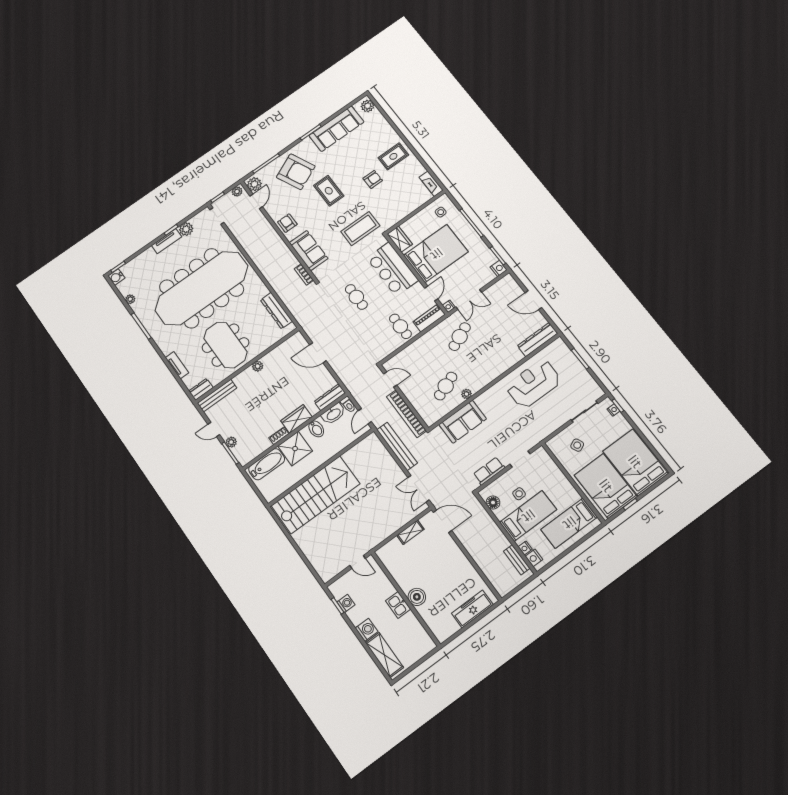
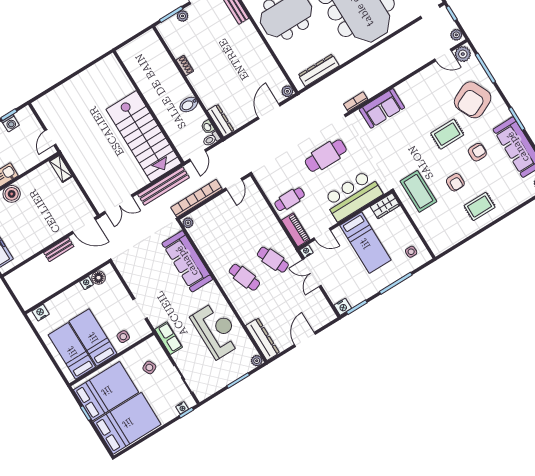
rug: (393, 156) -> (480, 206), turned 90
fireplace: (431, 184) -> (444, 244), removed
armchair: (287, 223) -> (477, 152), moved
coffee table: (360, 229) -> (418, 191), moved
bed: (436, 254) -> (365, 243), width x0.67
cafe table: (356, 297) -> (326, 156), width x1.37, depth x1.35
plant: (559, 343) -> (257, 361), added
plant: (258, 366) -> (287, 91), moved
cafe table: (446, 386) -> (244, 277), moved
plant: (466, 394) -> (188, 223), moved
washbasin: (333, 414) -> (208, 127), width x0.52, depth x0.69
door: (365, 416) -> (198, 155), swing flipped
wardrobe: (296, 419) -> (201, 85), removed
sofa: (463, 422) -> (187, 261), width x1.36
shower: (295, 449) -> (170, 82), removed
bathtub: (267, 464) -> (156, 51), removed
row of seats: (489, 471) -> (169, 338), moved
double door: (418, 489) -> (118, 204), swing flipped
side table: (519, 494) -> (123, 337), moved
stairs: (316, 495) -> (144, 136), moved
bed: (528, 516) -> (93, 337), moved, turned 180
door: (442, 521) -> (84, 226), hinge flipped
shelving: (410, 532) -> (61, 169), moved
nightstand: (525, 548) -> (87, 283), moved
bench: (517, 560) -> (59, 250), moved

